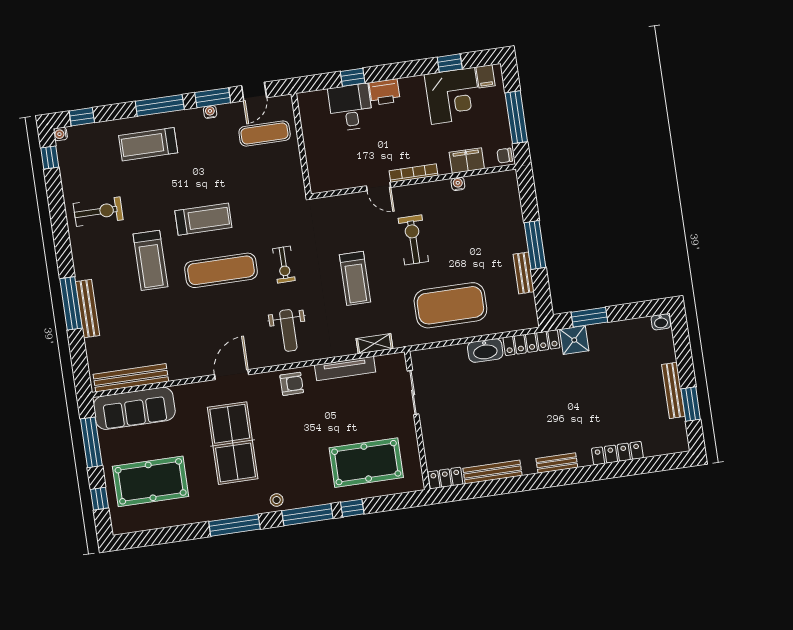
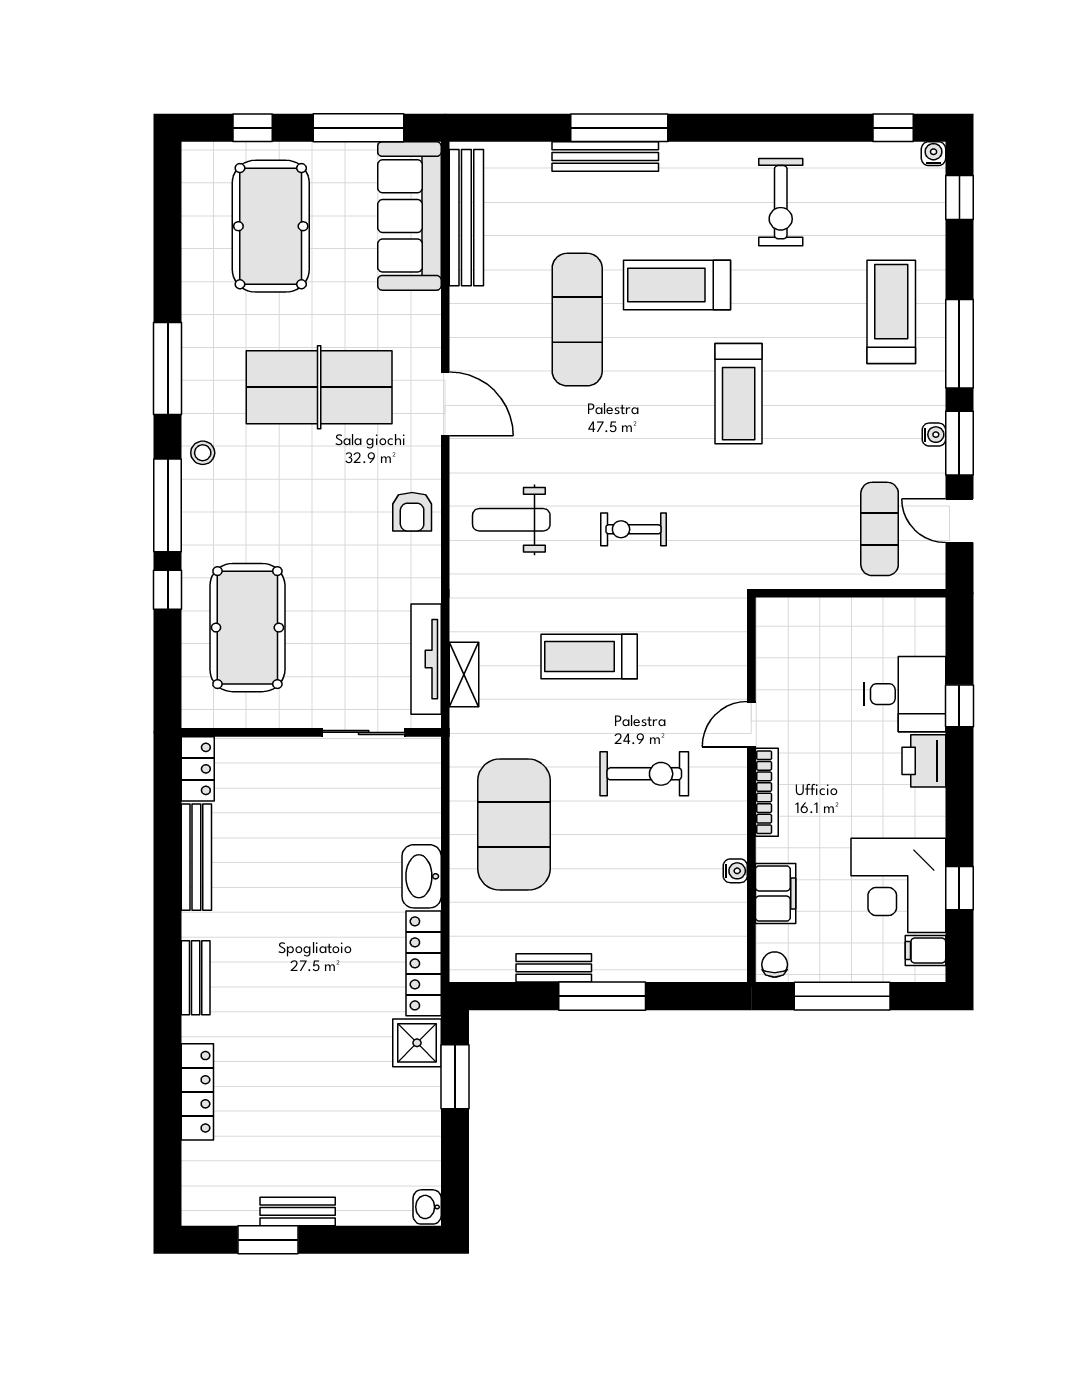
exercise mat: (221, 270) -> (577, 320), moved
tv unit: (345, 368) -> (426, 659), moved
bench: (673, 390) -> (298, 1211), width x0.73

